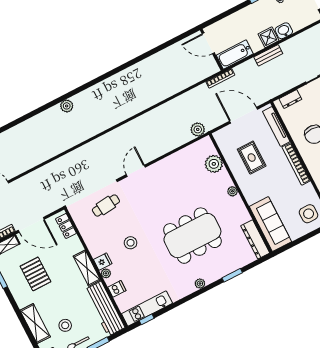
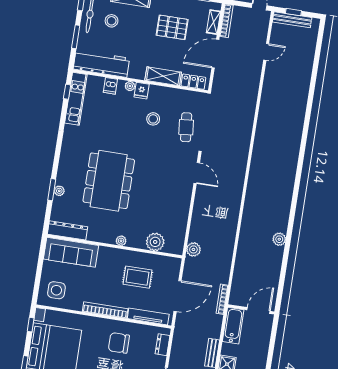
plant: (67, 106) -> (279, 239), moved
stool: (131, 243) -> (153, 119), moved
shelving: (87, 268) -> (163, 76), moved
plant: (200, 284) -> (59, 191), moved

